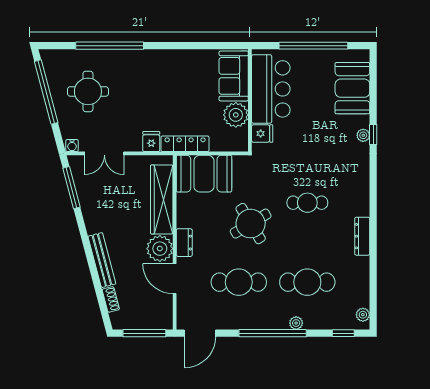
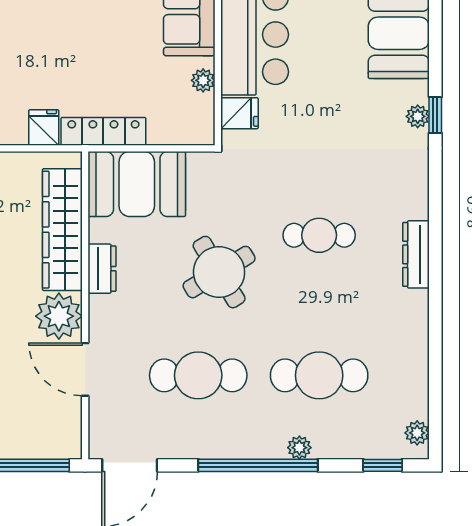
plant: (236, 115) -> (203, 80), width x0.53, depth x0.53
dresser: (362, 236) -> (416, 254), moved
dresser: (184, 243) -> (102, 269), moved

